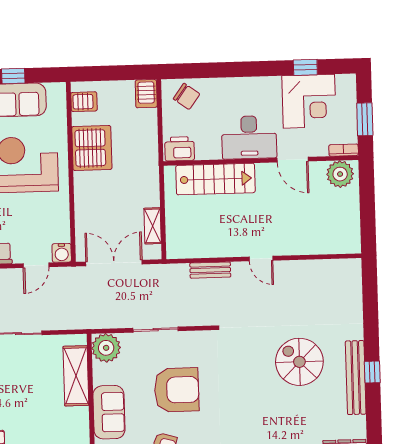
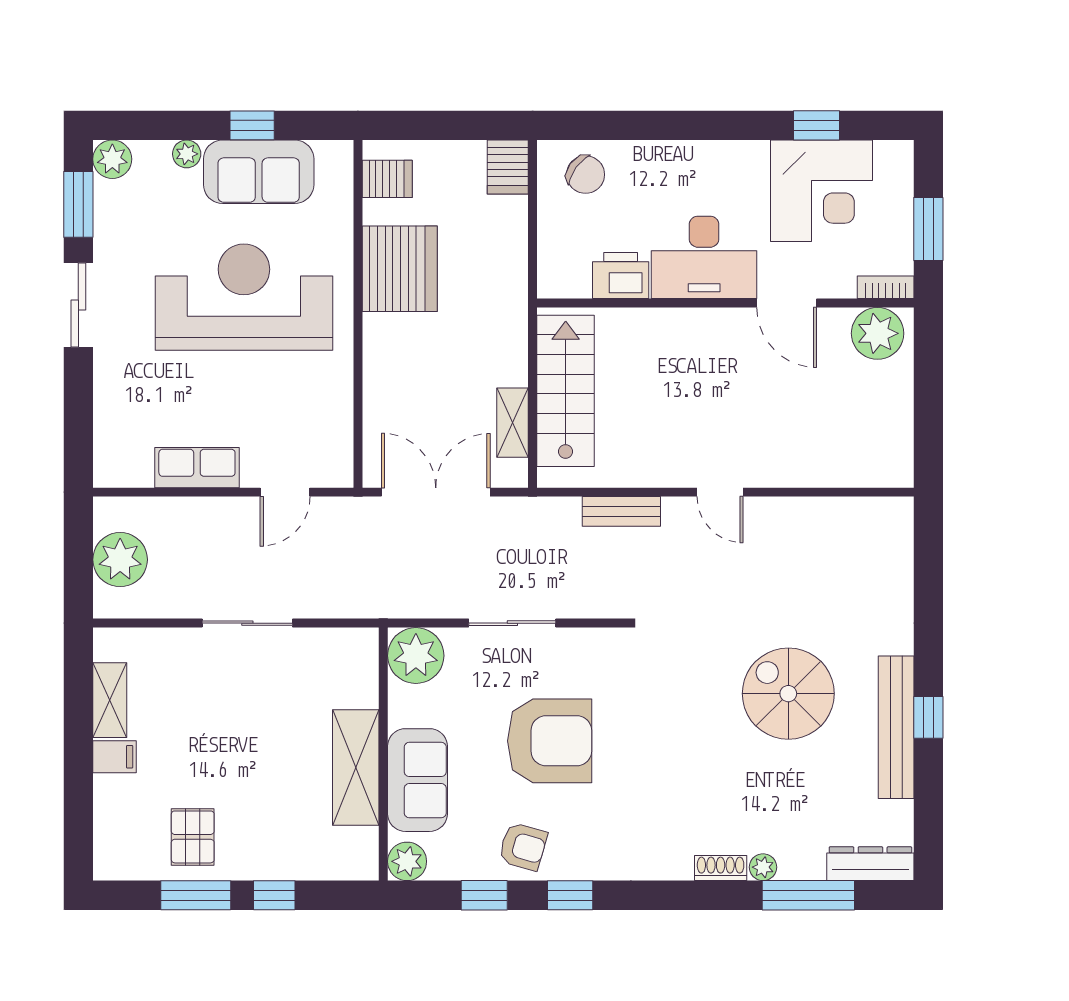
printer: (180, 149) -> (621, 275), moved
stairs: (215, 179) -> (566, 391), moved, turned -90
water cooler: (62, 253) -> (335, 470), removed
shelving: (76, 376) -> (356, 767), moved

